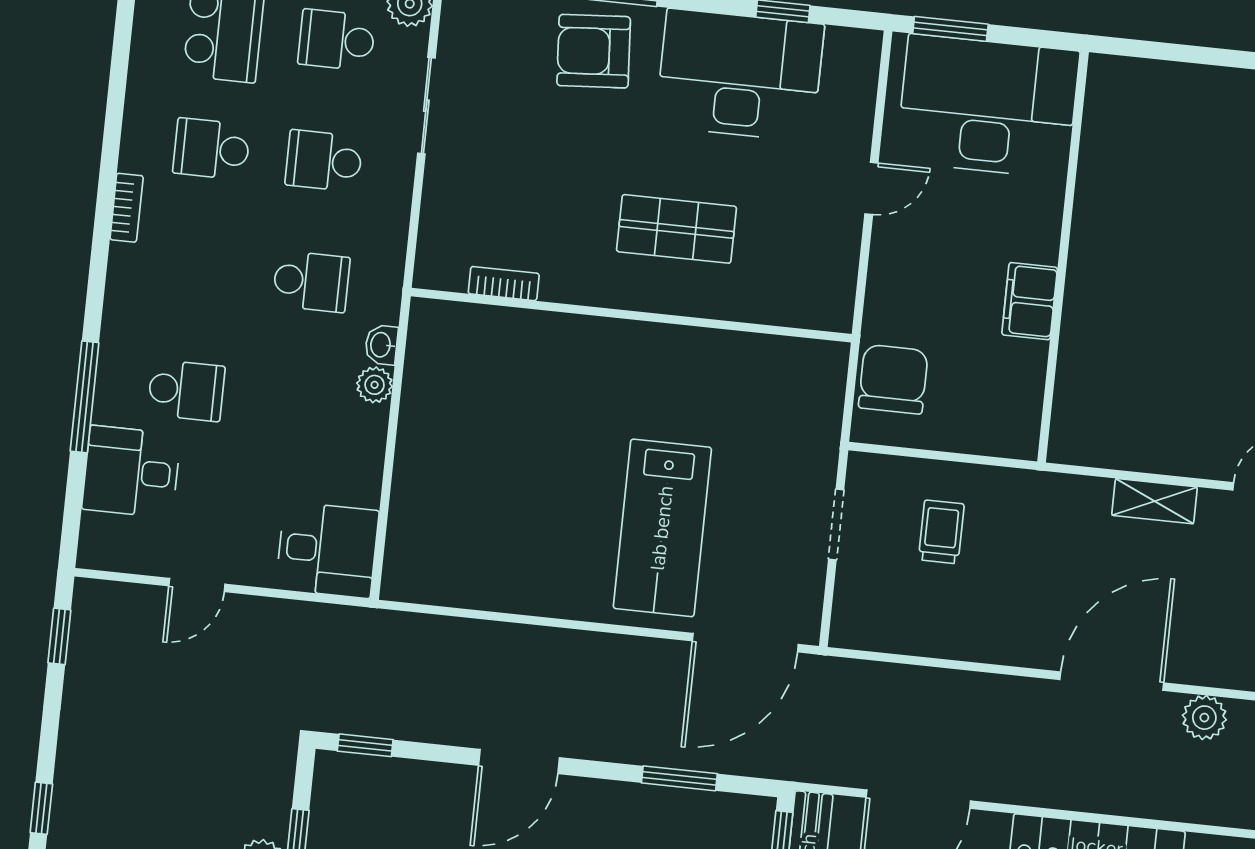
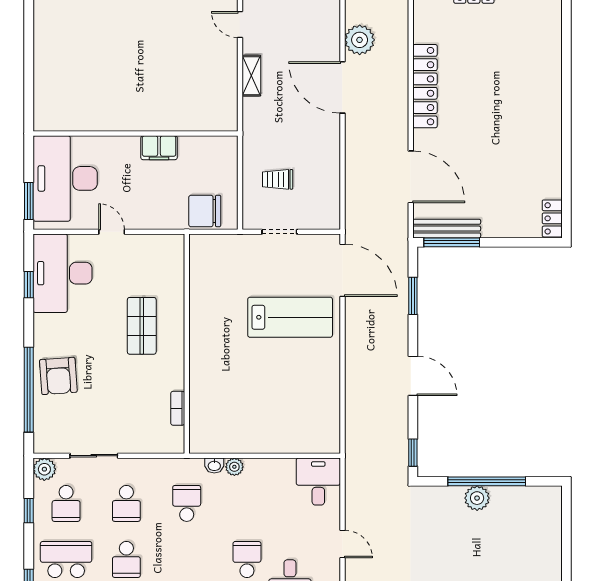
desk: (740, 75) -> (63, 273), moved
plant: (1204, 718) -> (360, 40), width x1.36, depth x1.36

